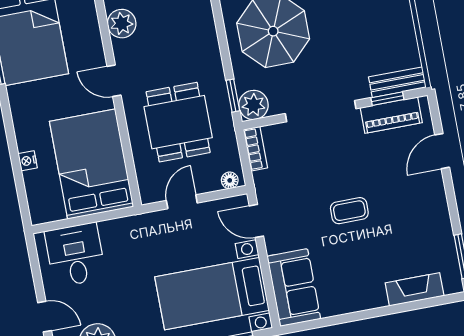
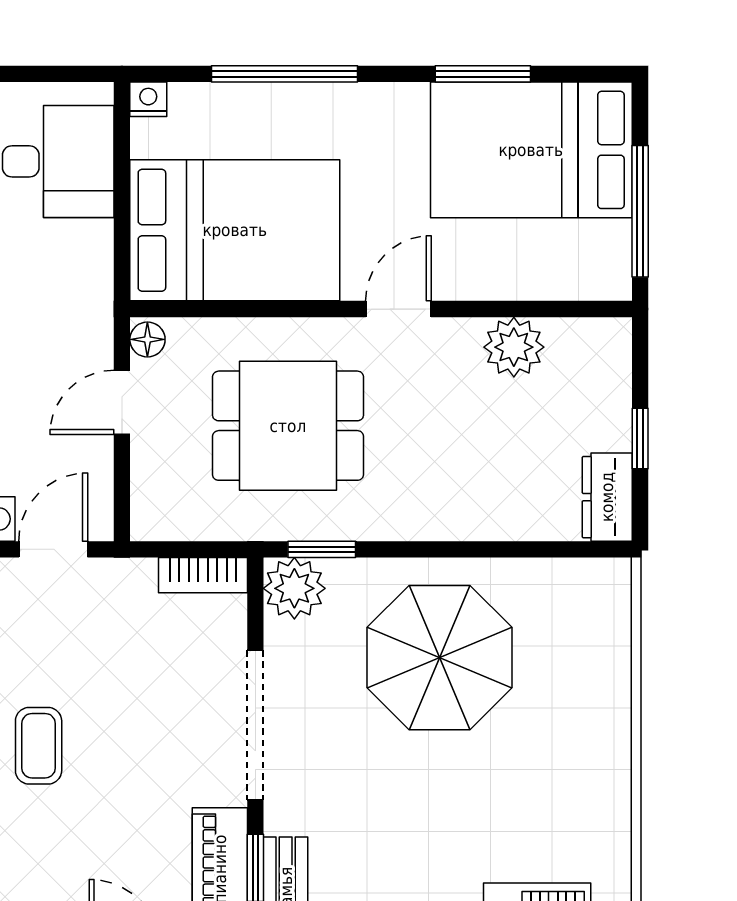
window: (14, 154) -> (285, 74), added
nightstand: (28, 161) -> (148, 99), moved
floor lamp: (230, 180) -> (147, 339), moved
door: (182, 202) -> (122, 402), swing flipped

